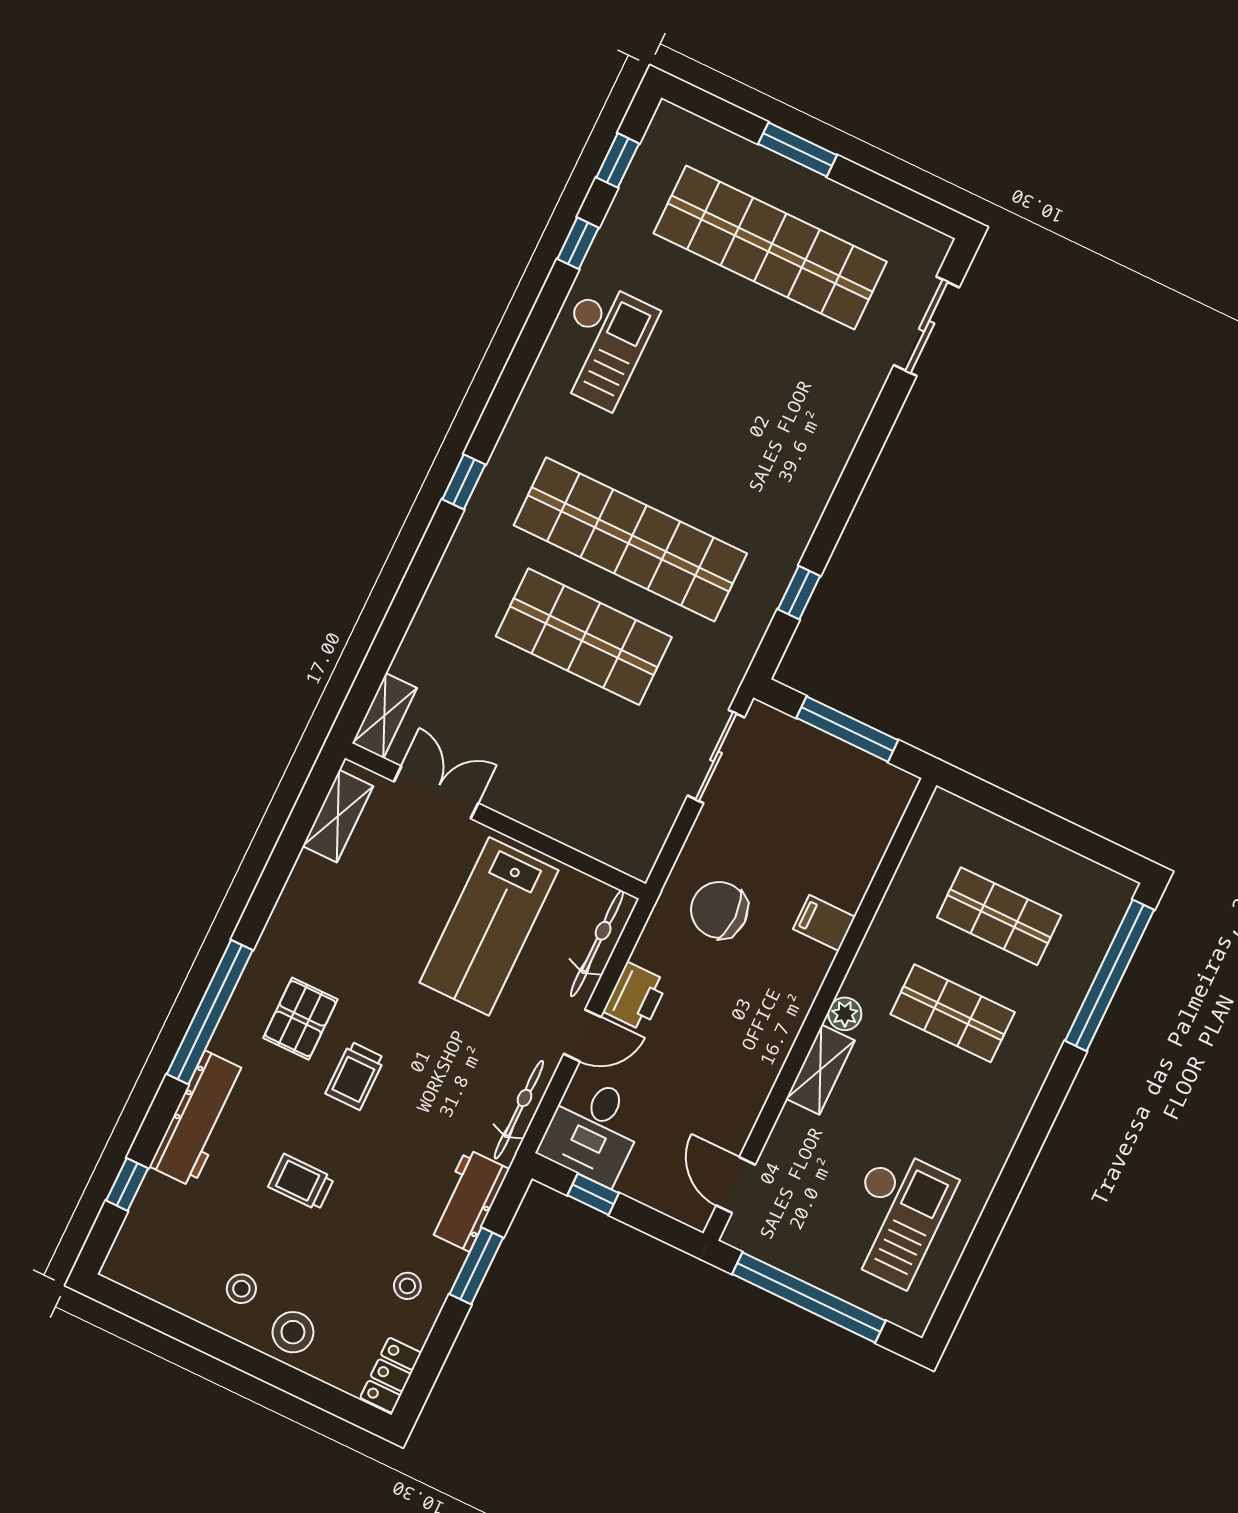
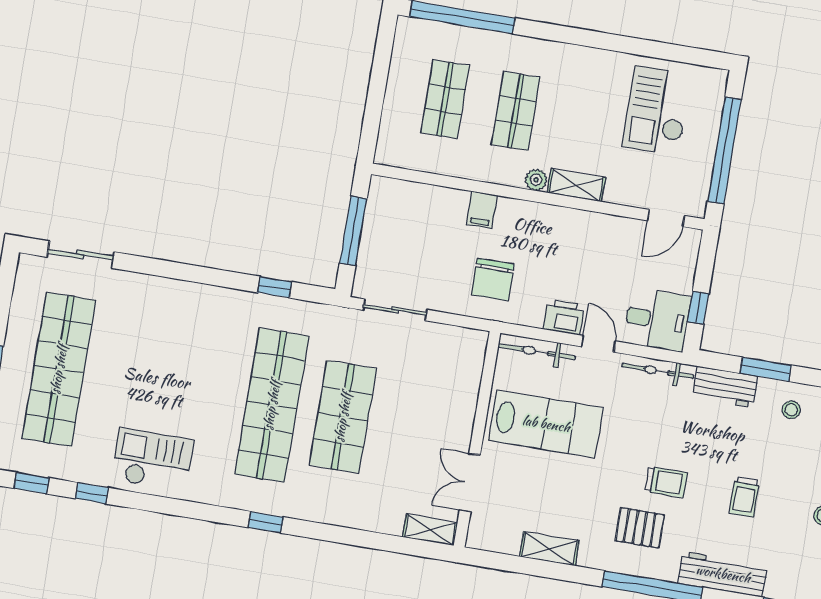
shelving: (338, 816) -> (549, 549), moved
checkout: (894, 1217) -> (657, 110), turned -90

